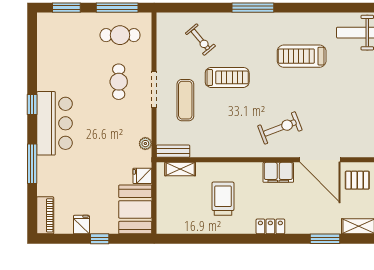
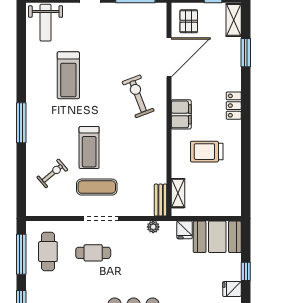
treadmill: (227, 77) -> (89, 147), turned 180
exercise mat: (185, 100) -> (97, 187), moved
filing cabinet: (278, 172) -> (181, 114), moved

